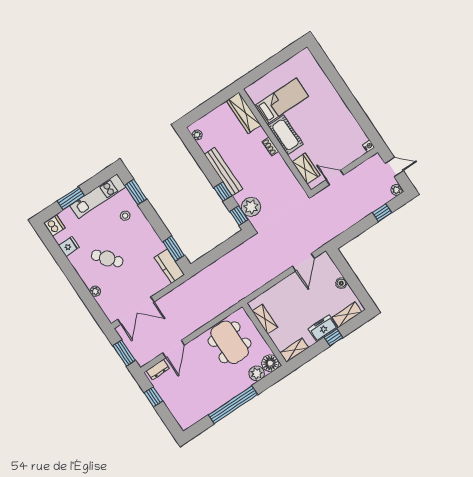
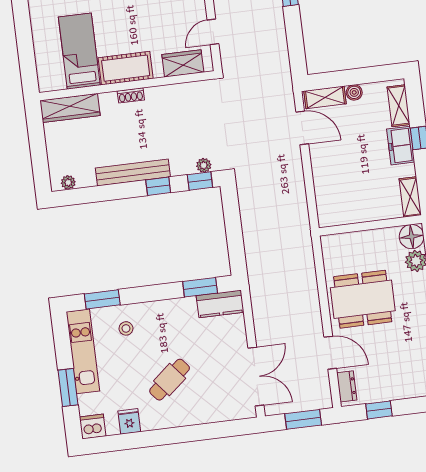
plant: (251, 207) -> (204, 165), width x0.53, depth x0.53
plant: (95, 291) -> (204, 416), removed
shelving: (265, 319) -> (325, 97), moved
dining table: (230, 342) -> (363, 299), moved

